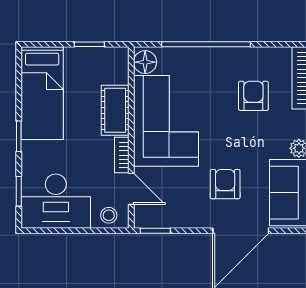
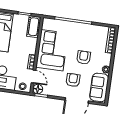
floor lamp: (145, 62) -> (38, 89), moved
armchair: (253, 96) -> (84, 57), moved
cot: (115, 110) -> (34, 27), moved

